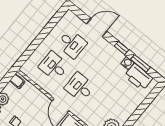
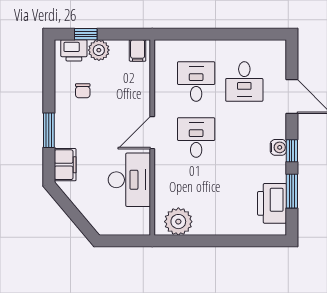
water cooler: (127, 63) -> (278, 147), moved

